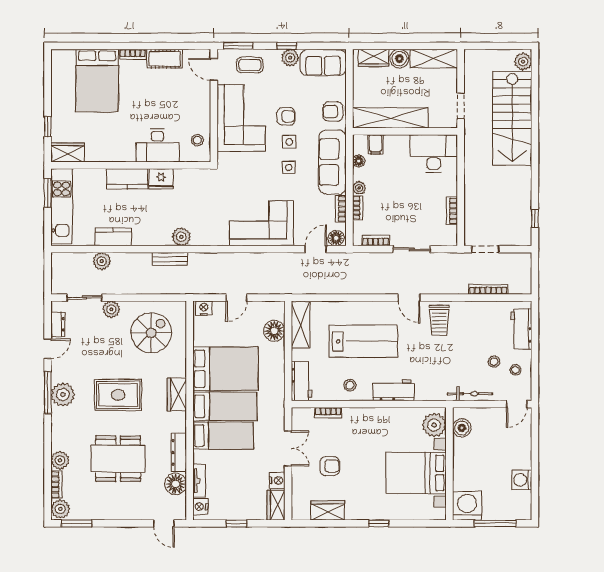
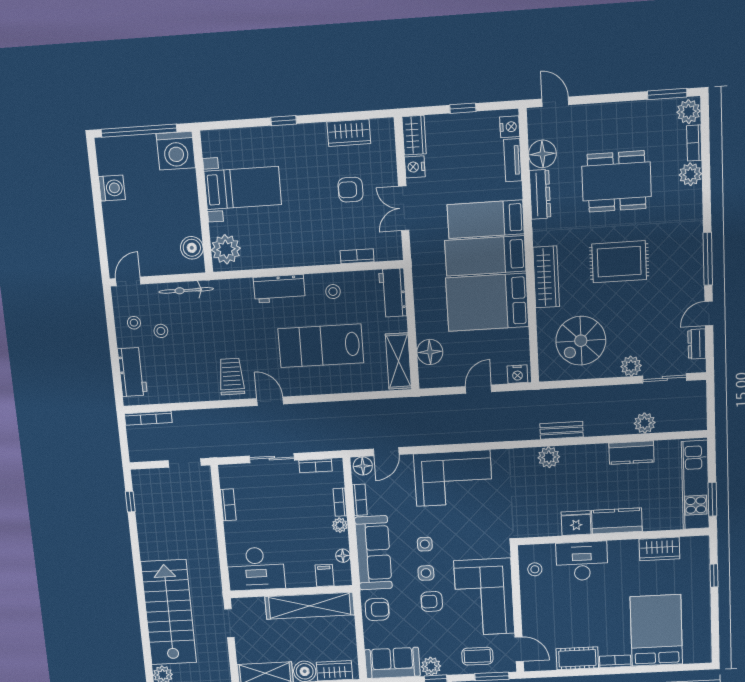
wardrobe: (67, 152) -> (659, 549), moved
bookcase: (488, 289) -> (148, 418), moved
plant: (63, 395) -> (689, 258), removed
wardrobe: (177, 395) -> (546, 277), width x1.50
bed with nightstands: (416, 473) -> (243, 188), width x0.73
window: (495, 523) -> (139, 131), width x1.46

